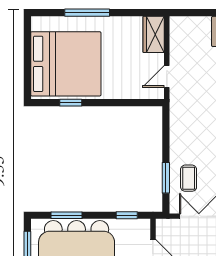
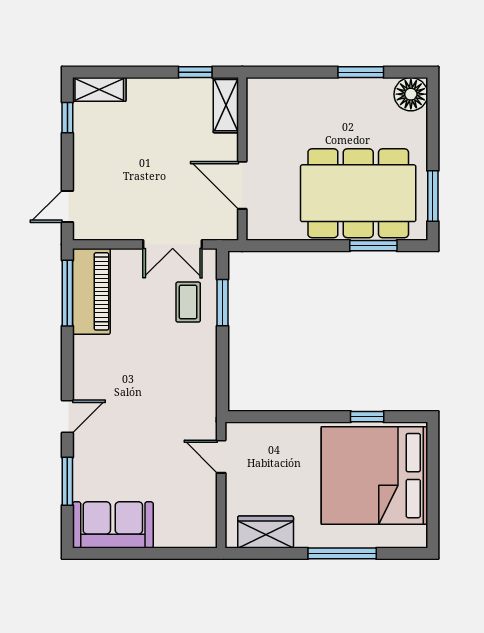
wardrobe: (154, 34) -> (266, 532), moved, turned -90
door: (167, 76) -> (221, 457), swing flipped
window: (127, 215) -> (282, 246), removed

